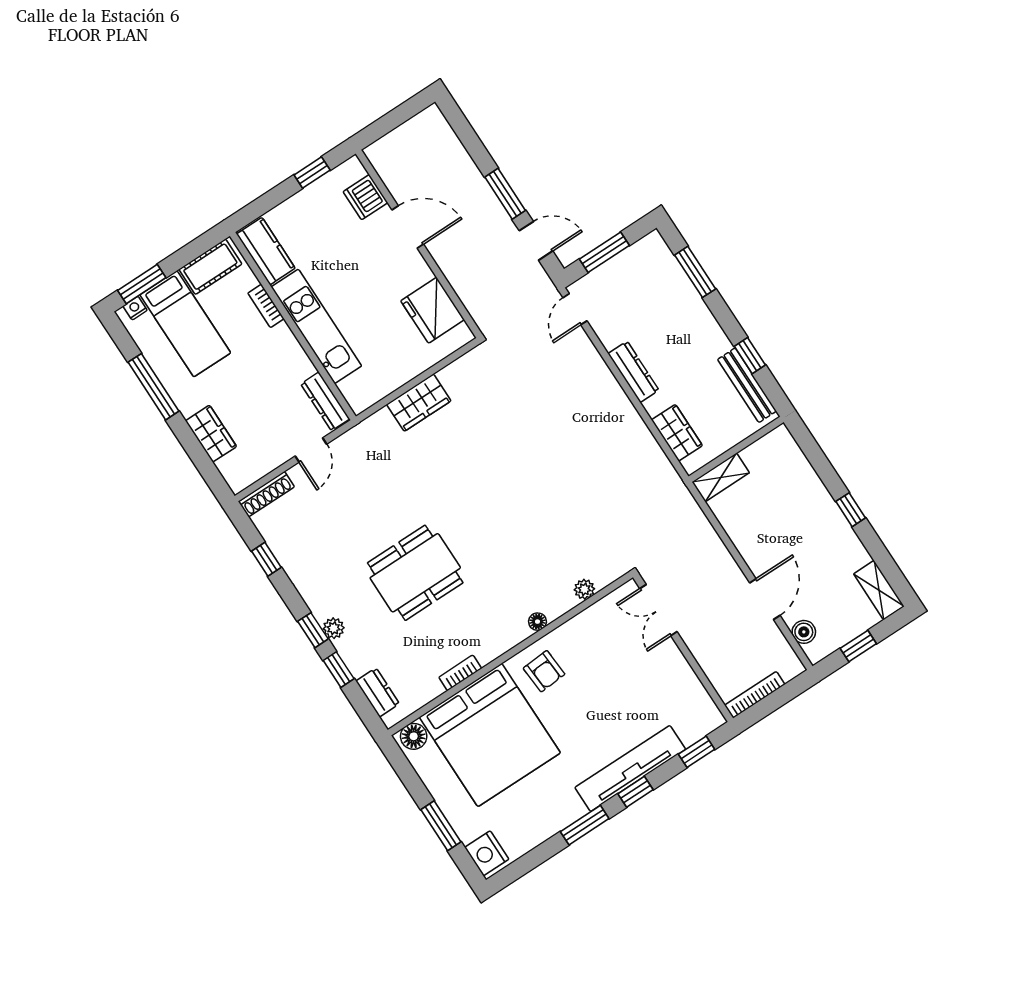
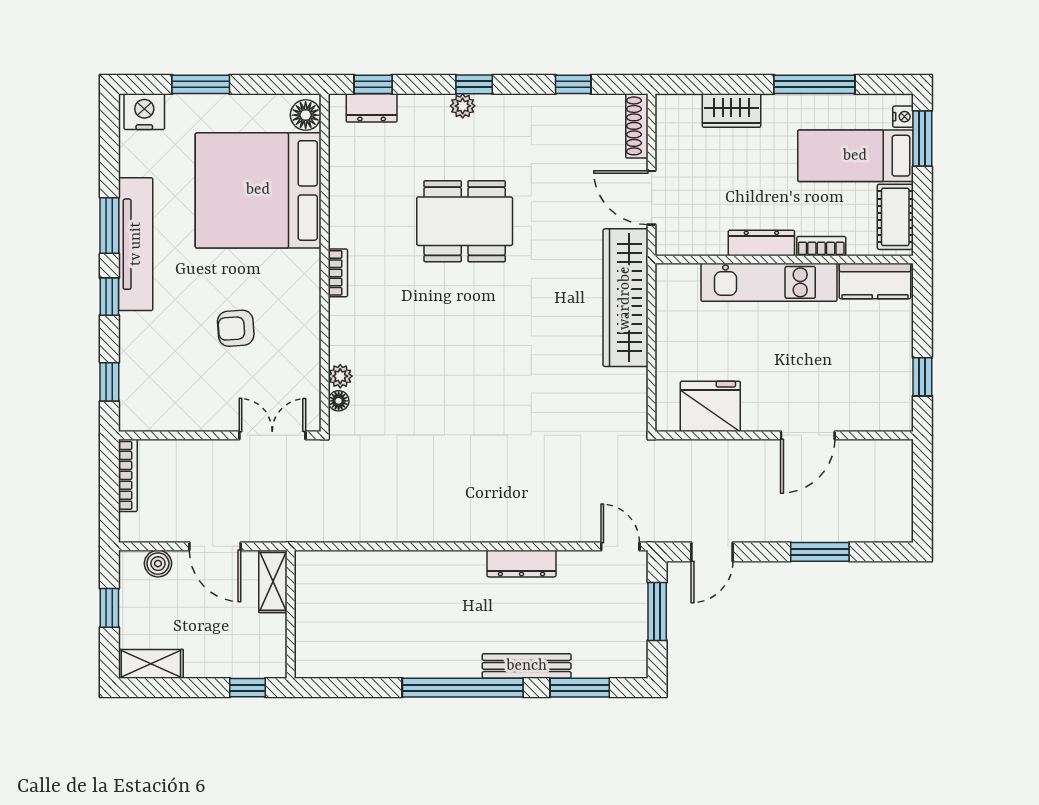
window: (505, 194) -> (820, 552), moved
dishwasher: (365, 197) -> (864, 413), removed
window: (750, 356) -> (463, 688), width x3.17
bench: (747, 385) -> (527, 666), moved
dresser: (325, 401) -> (761, 243), moved
wardrobe: (419, 403) -> (625, 298), width x2.10, depth x1.17
wardrobe: (677, 433) -> (434, 567), removed
wall: (736, 449) -> (291, 614), moved
door: (311, 450) -> (652, 198), width x1.38
shelving: (721, 477) -> (273, 581), moved
dining table: (415, 573) -> (465, 221), turned 90
floor lamp: (537, 622) -> (339, 401), moved
window: (339, 670) -> (373, 84), moved
armchair: (544, 671) -> (236, 328), moved
bookcase: (460, 673) -> (338, 273), moved
tv unit: (630, 768) -> (136, 244), moved

